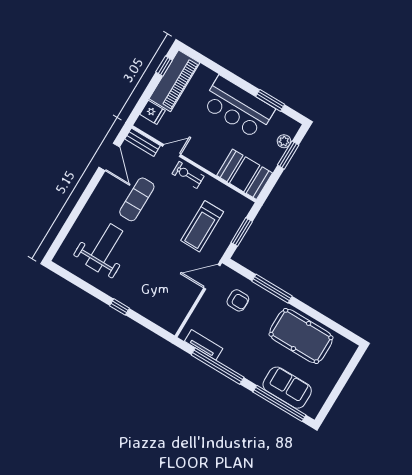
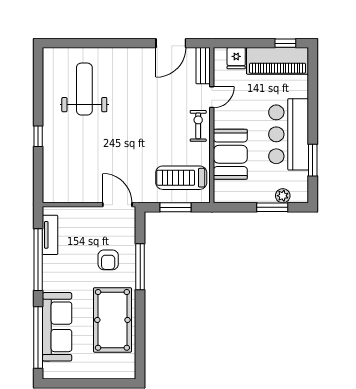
door: (172, 150) -> (212, 97), hinge flipped
booth: (245, 174) -> (230, 154), moved
exercise mat: (137, 199) -> (147, 92), removed
treadmill: (202, 226) -> (181, 178), moved
weight bench: (104, 248) -> (84, 89), turned -90
armchair: (238, 300) -> (108, 260), moved
sofa: (287, 388) -> (57, 327), width x1.36

